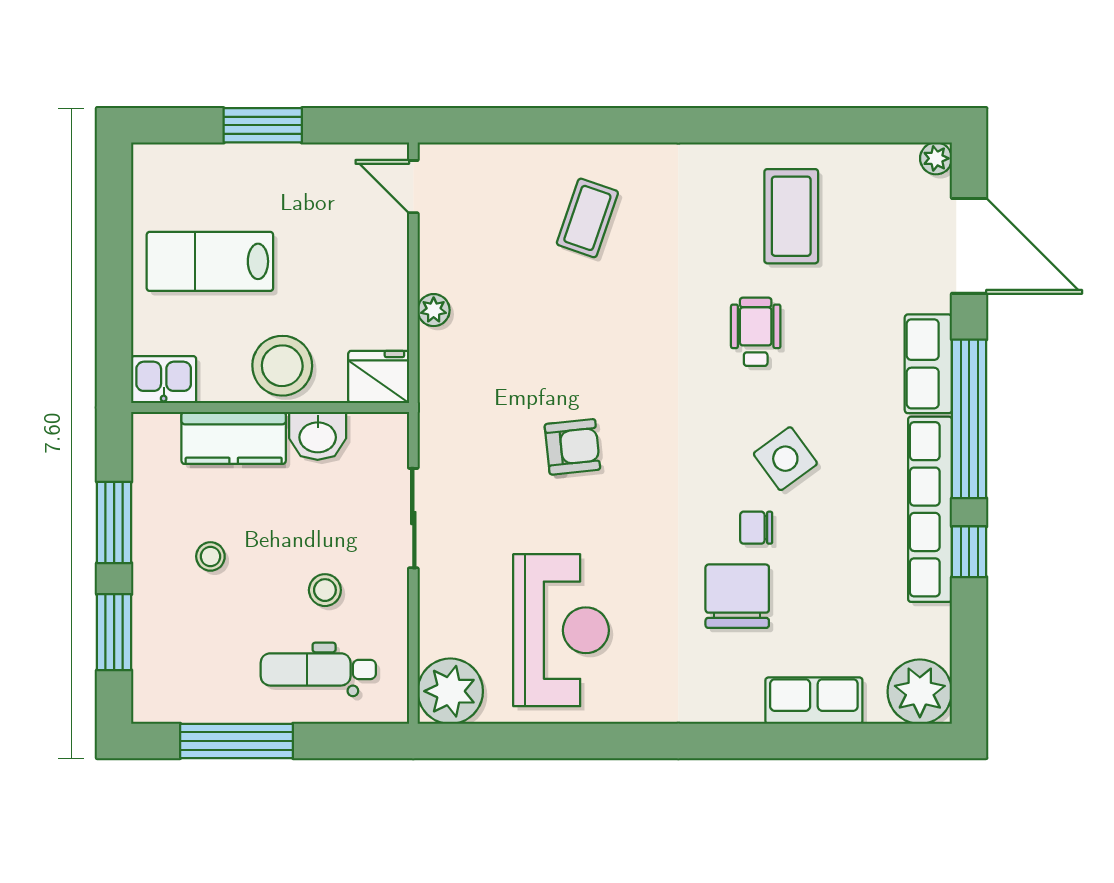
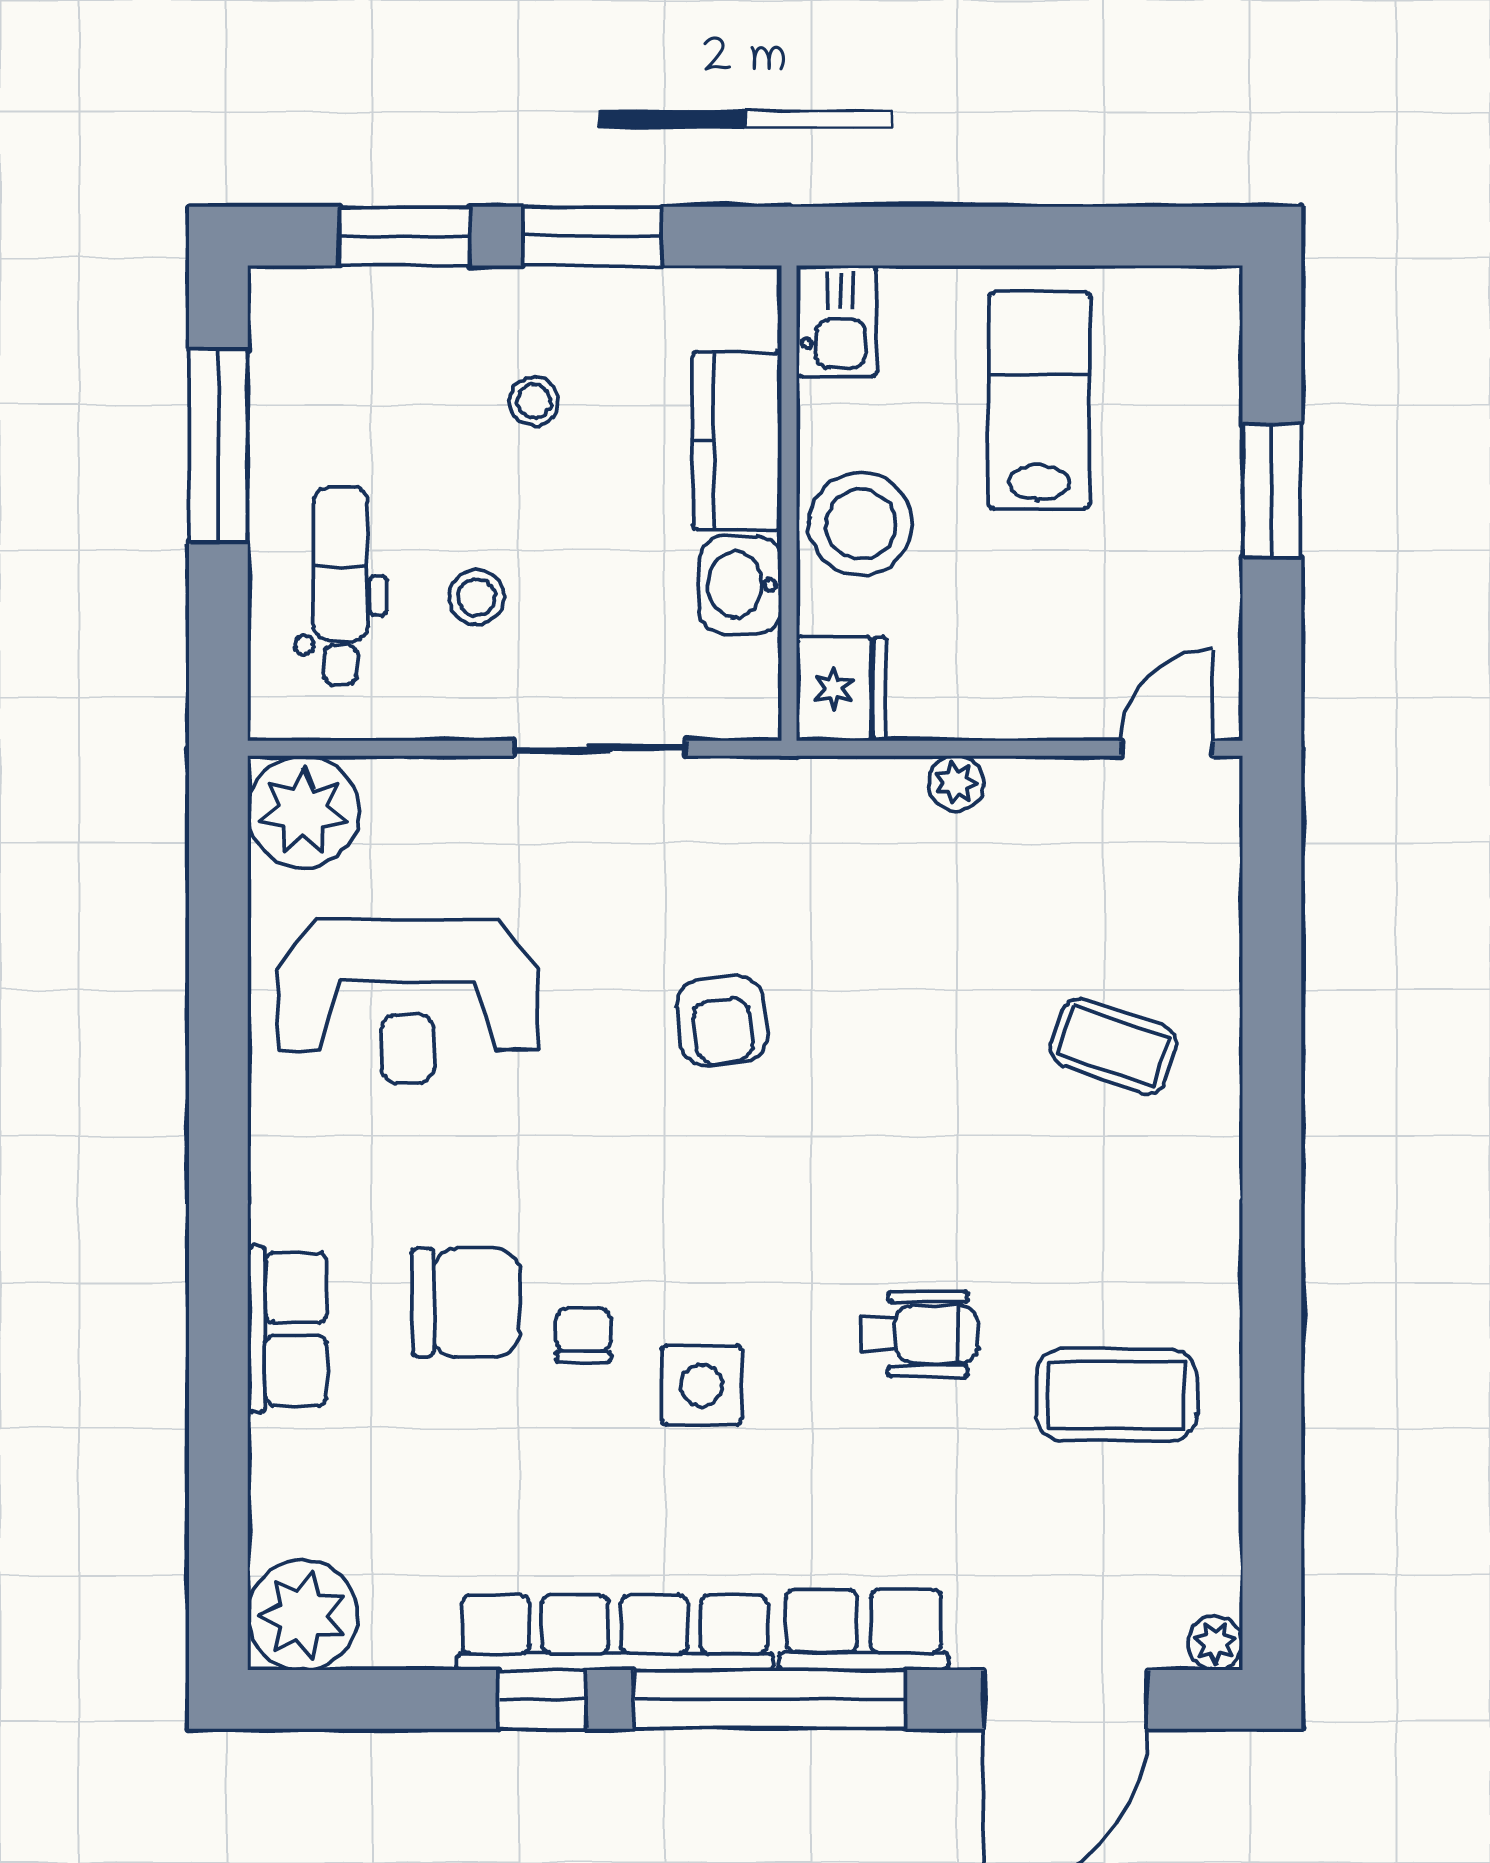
side table: (785, 459) -> (701, 1385), turned 36
row of seats: (814, 701) -> (287, 1329), moved

